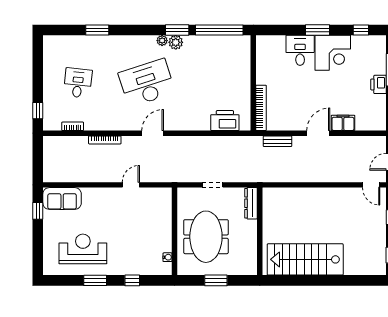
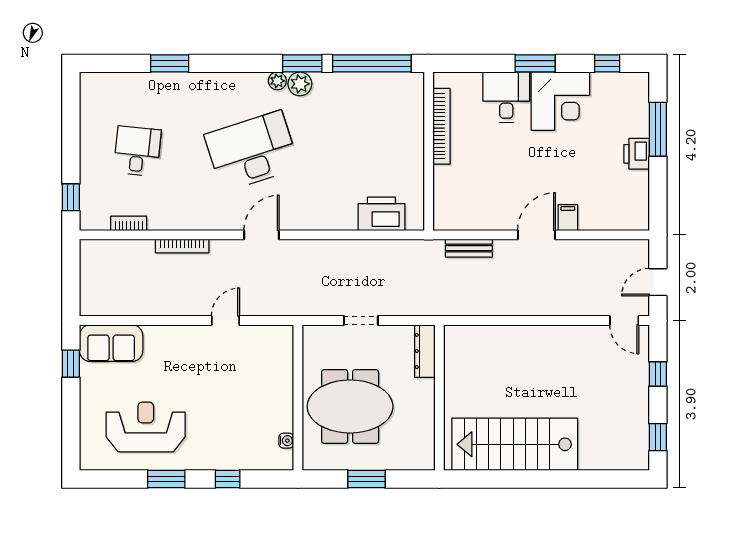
bookcase: (261, 108) -> (442, 126), moved
filing cabinet: (343, 123) -> (568, 218), width x0.50
meeting table: (206, 237) -> (350, 406), turned 90

